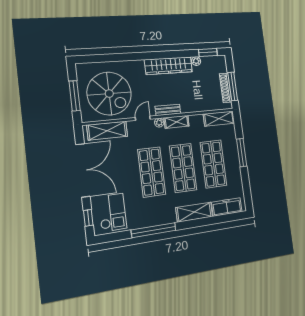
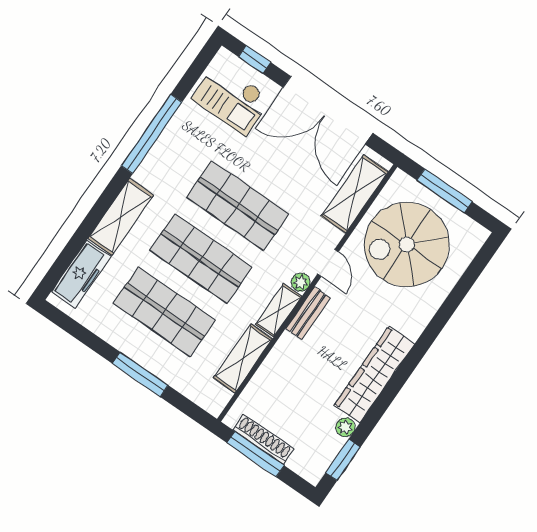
shelving: (219, 119) -> (243, 358), moved

